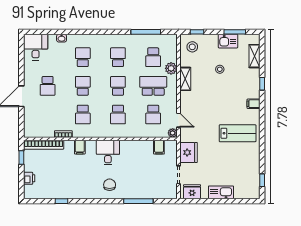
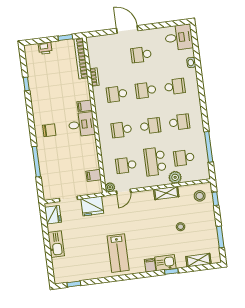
kitchen sink: (228, 41) -> (165, 263), moved, turned 90
school desk: (83, 86) -> (146, 90), turned 180
school desk: (153, 86) -> (155, 161), turned 180
filing cabinet: (80, 147) -> (85, 106), moved

